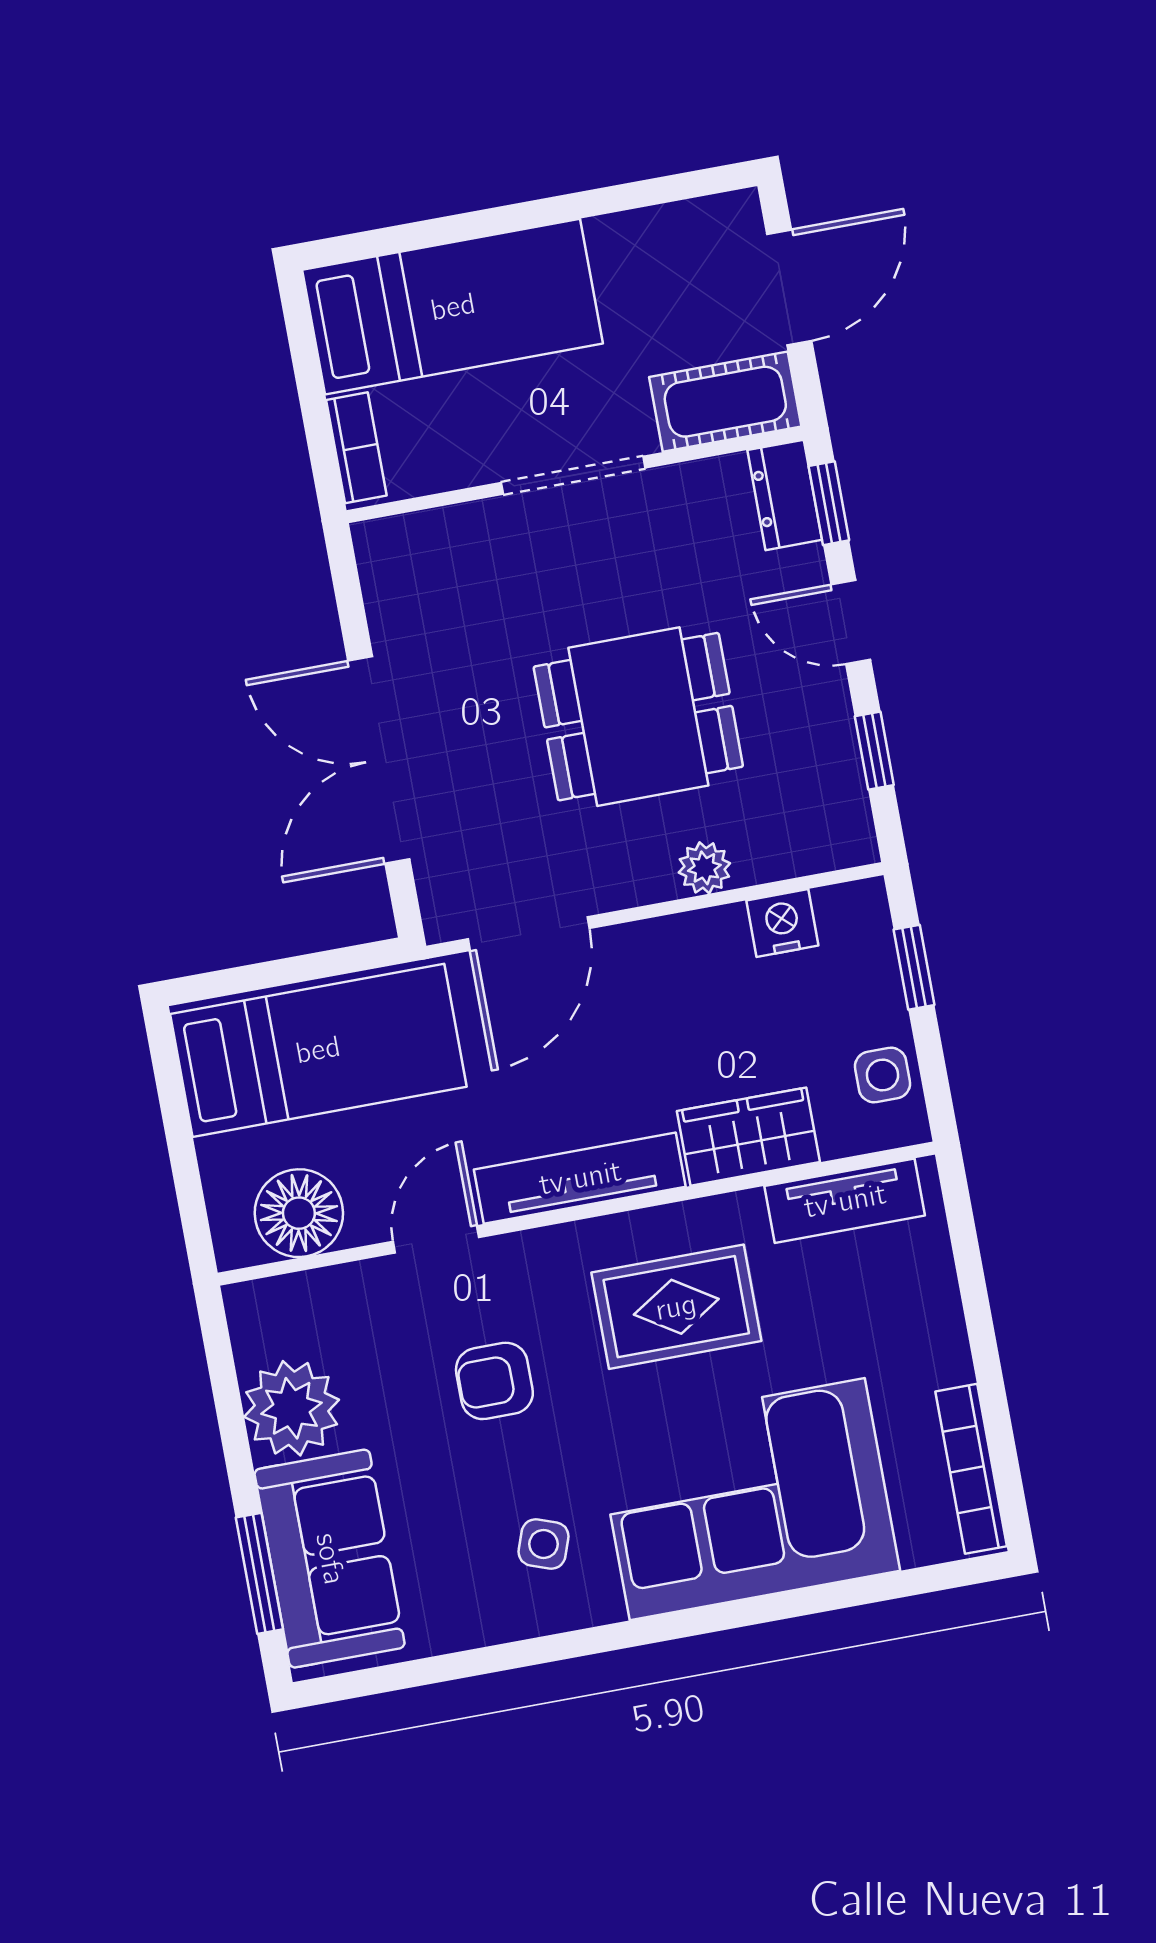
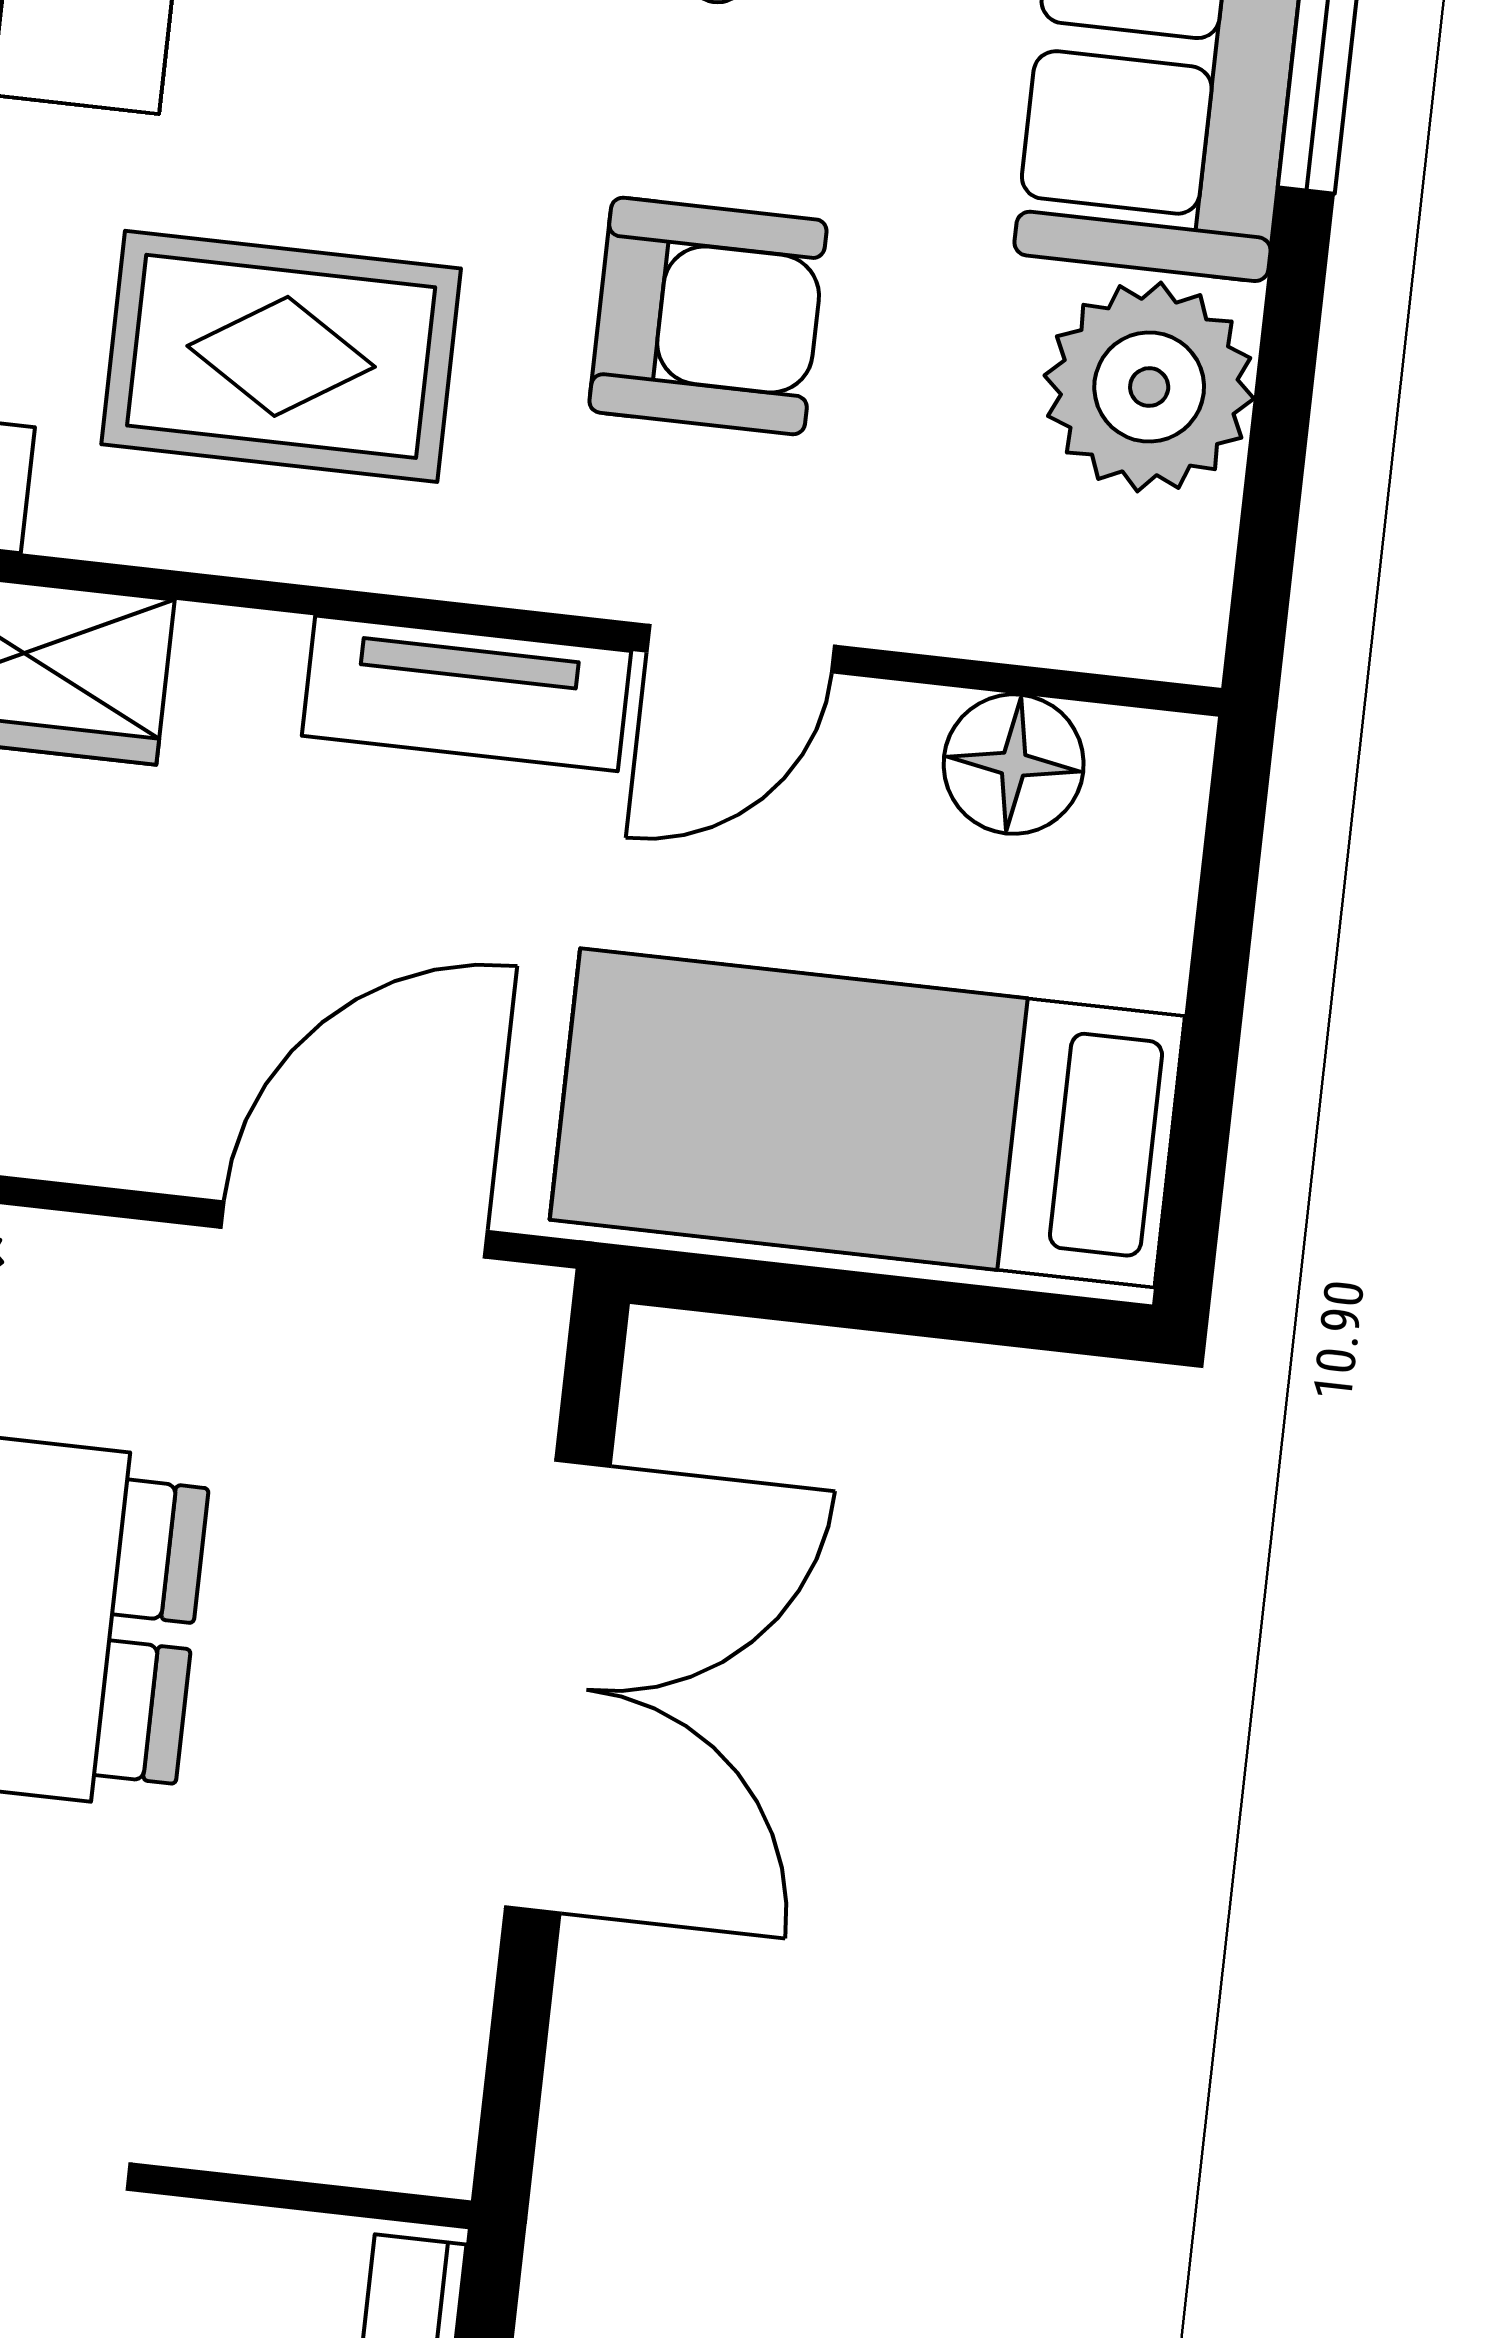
tv unit: (580, 1178) -> (466, 693), width x0.71
floor lamp: (299, 1213) -> (1014, 764), width x0.73, depth x0.73
armchair: (494, 1381) -> (708, 316), width x1.38, depth x1.38

